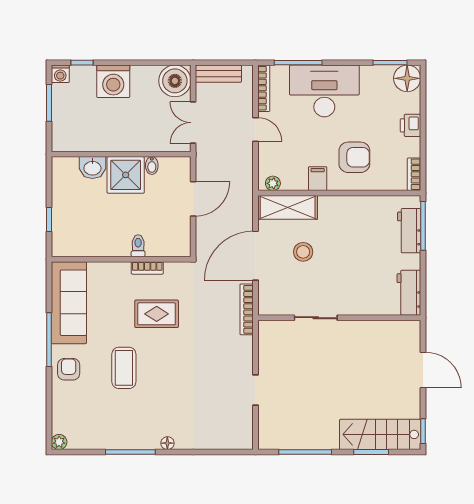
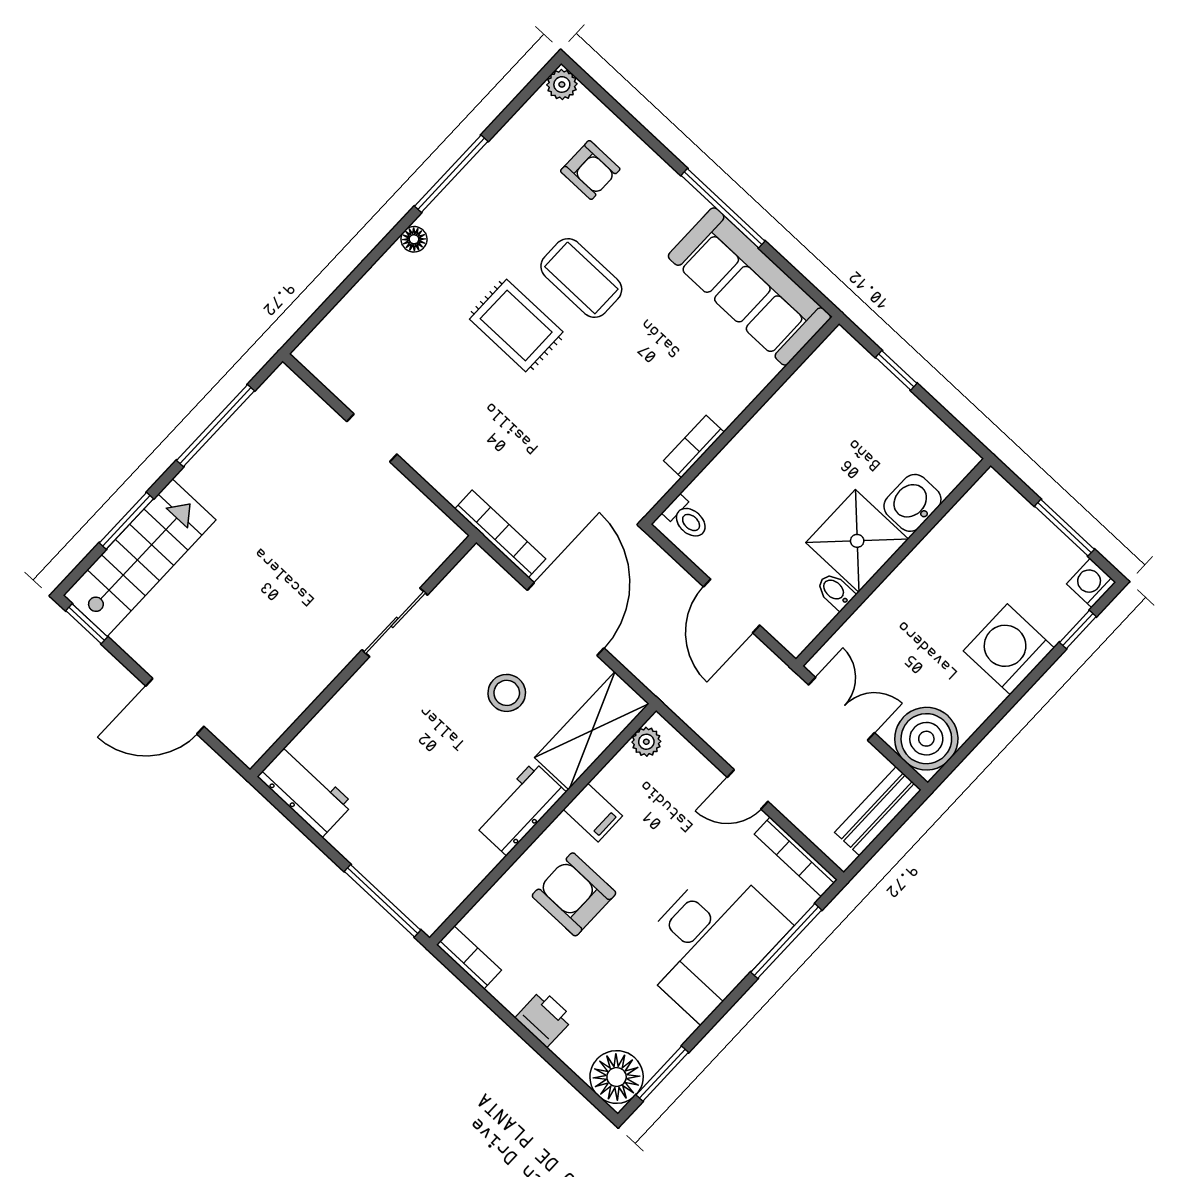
armchair: (354, 157) -> (574, 894), turned 90
workbench: (409, 231) -> (520, 809), moved, turned -90
toilet: (138, 246) -> (687, 518), moved
rug: (157, 314) -> (516, 325), moved, turned 90
armchair: (69, 369) -> (590, 170), moved

